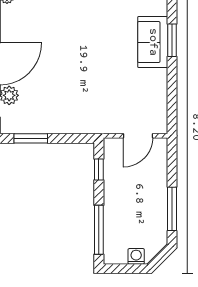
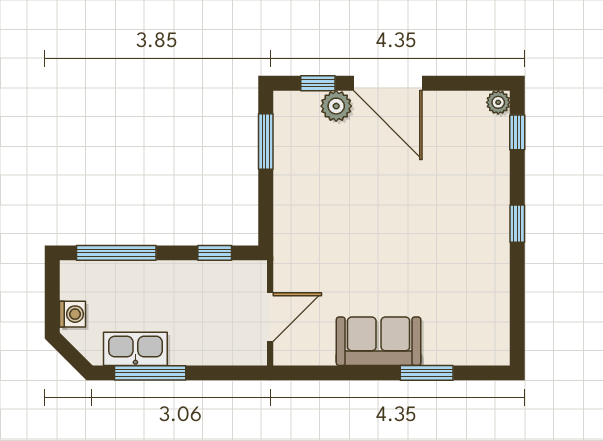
sofa: (153, 42) -> (379, 341), moved
door: (138, 136) -> (270, 317), swing flipped
kitchen sink: (157, 218) -> (135, 349), added

